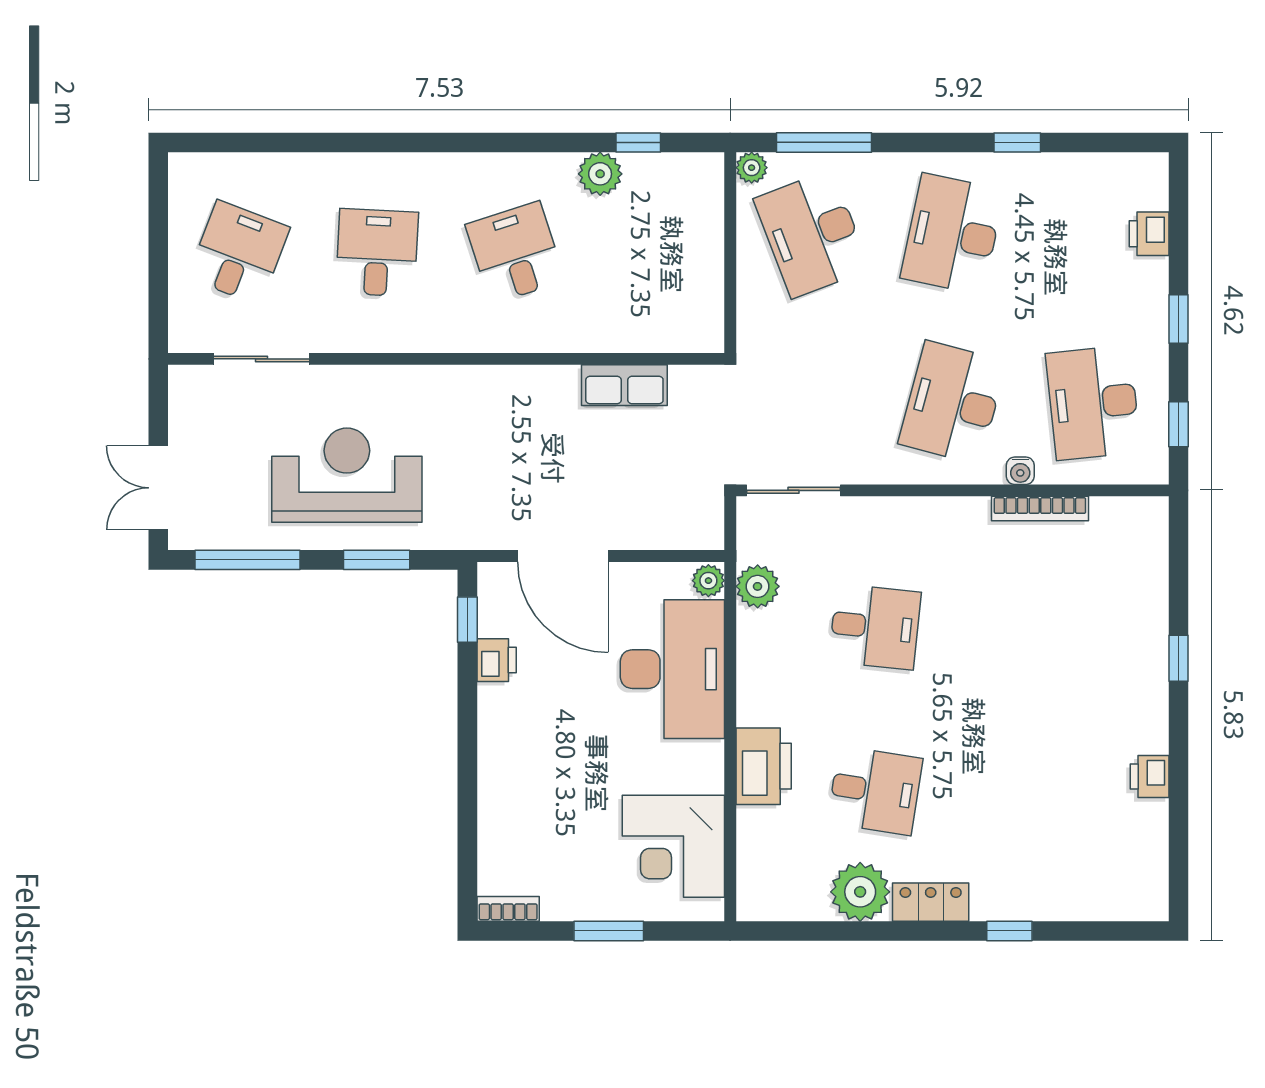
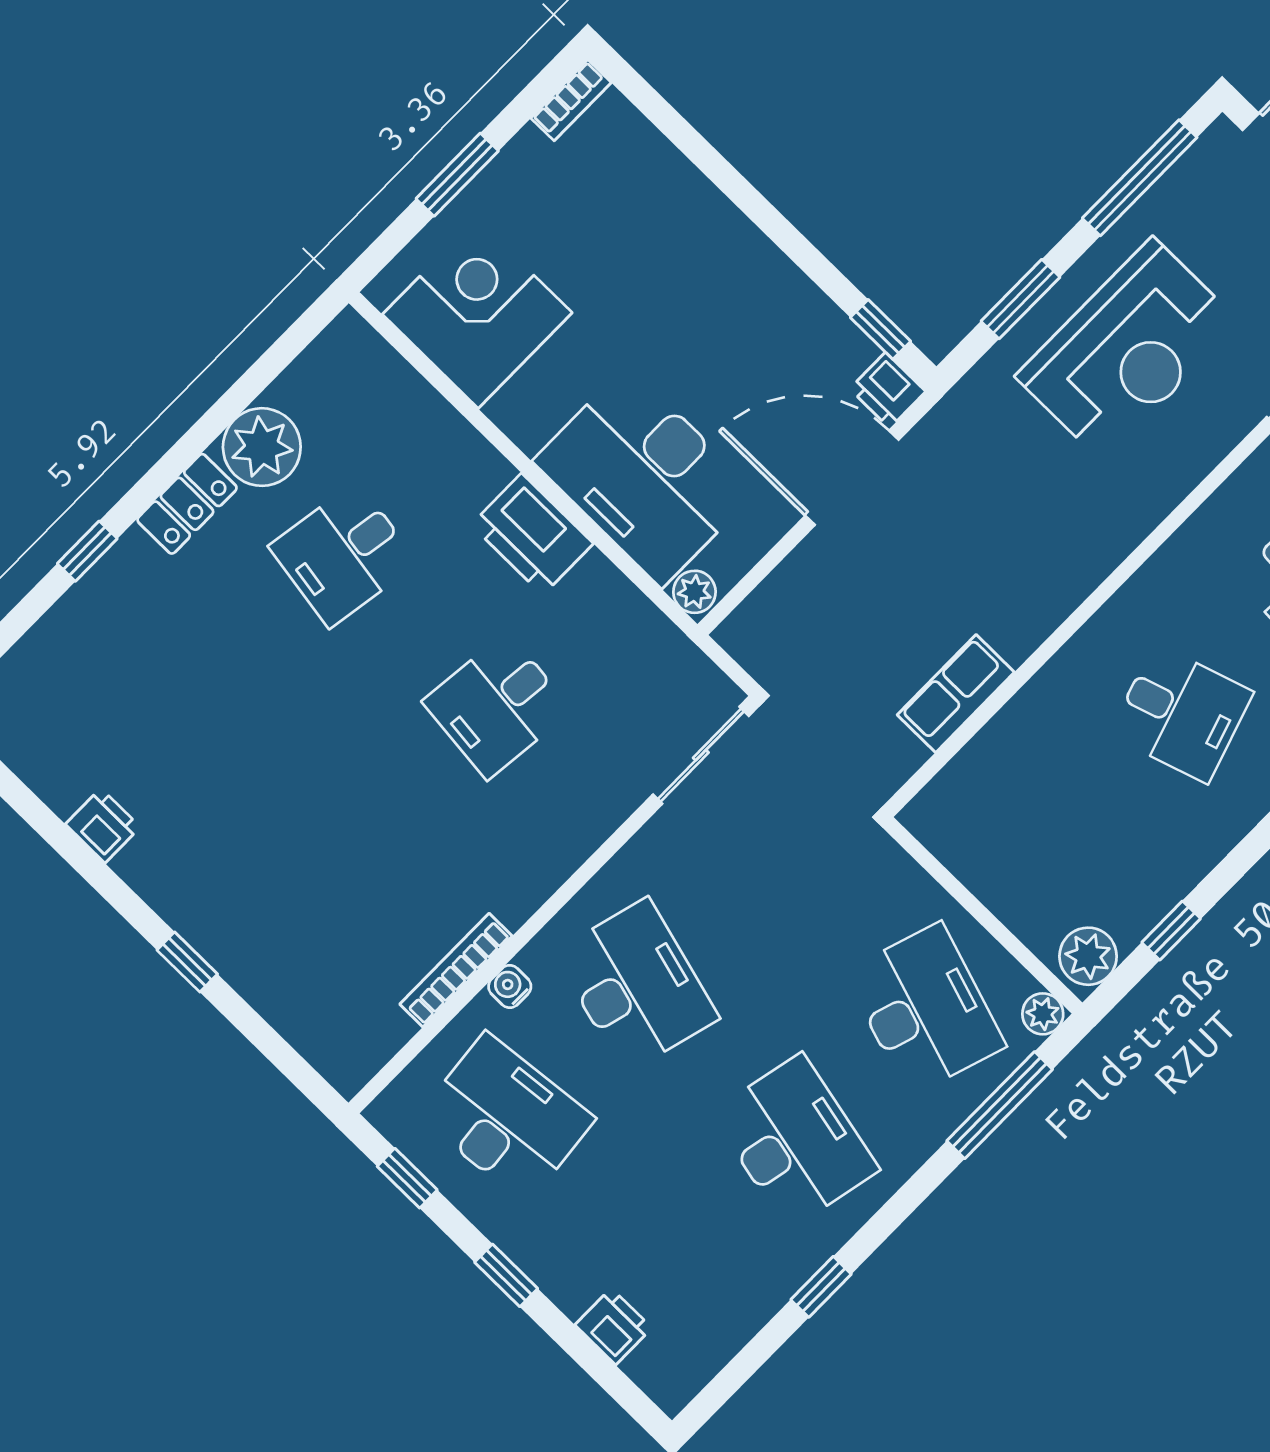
plant: (600, 174) -> (1088, 956), moved
desk: (812, 234) -> (925, 1009), turned 39
plant: (758, 586) -> (644, 633), removed
printer: (497, 660) -> (888, 390), moved
printer: (764, 766) -> (532, 534), moved

